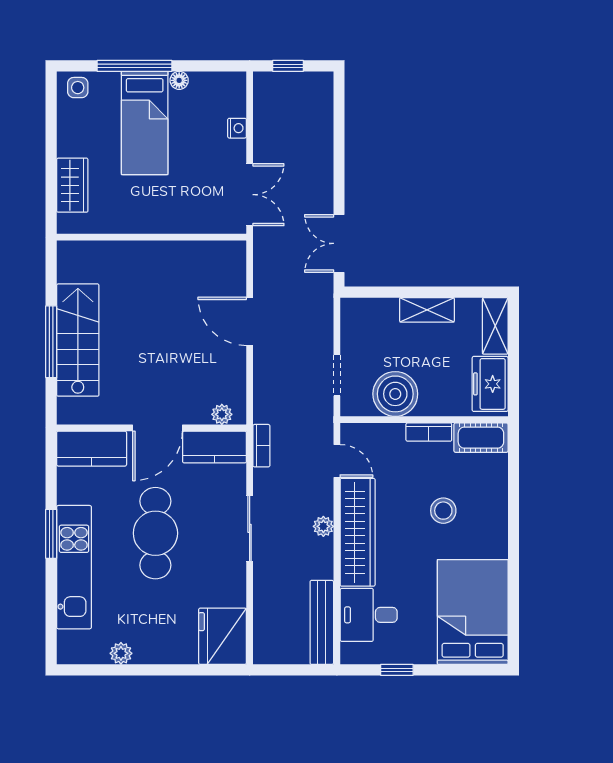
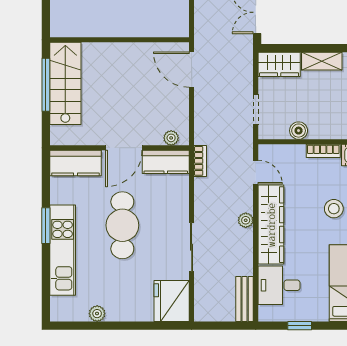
wall: (151, 237) -> (119, 40), moved
wardrobe: (369, 314) -> (279, 64), added
boiler: (395, 394) -> (299, 131), width x0.54, depth x0.54
sliding door: (250, 528) -> (192, 247), moved
bench: (322, 622) -> (245, 299), width x0.73

